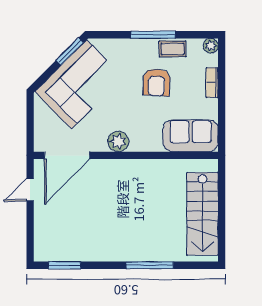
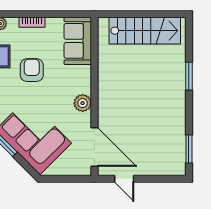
armchair: (157, 82) -> (32, 70), turned -93
window: (150, 265) -> (189, 76), width x0.69

